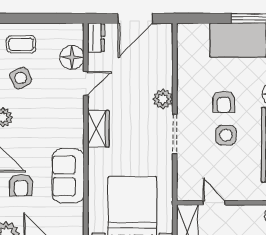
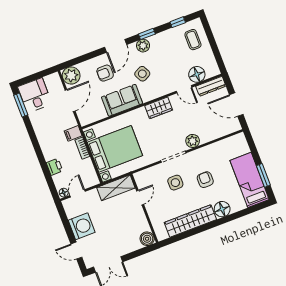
dresser: (96, 38) -> (211, 86), width x1.44
side table: (21, 78) -> (142, 74), moved
armchair: (224, 102) -> (205, 180), turned 90
side table: (226, 135) -> (175, 183), moved

